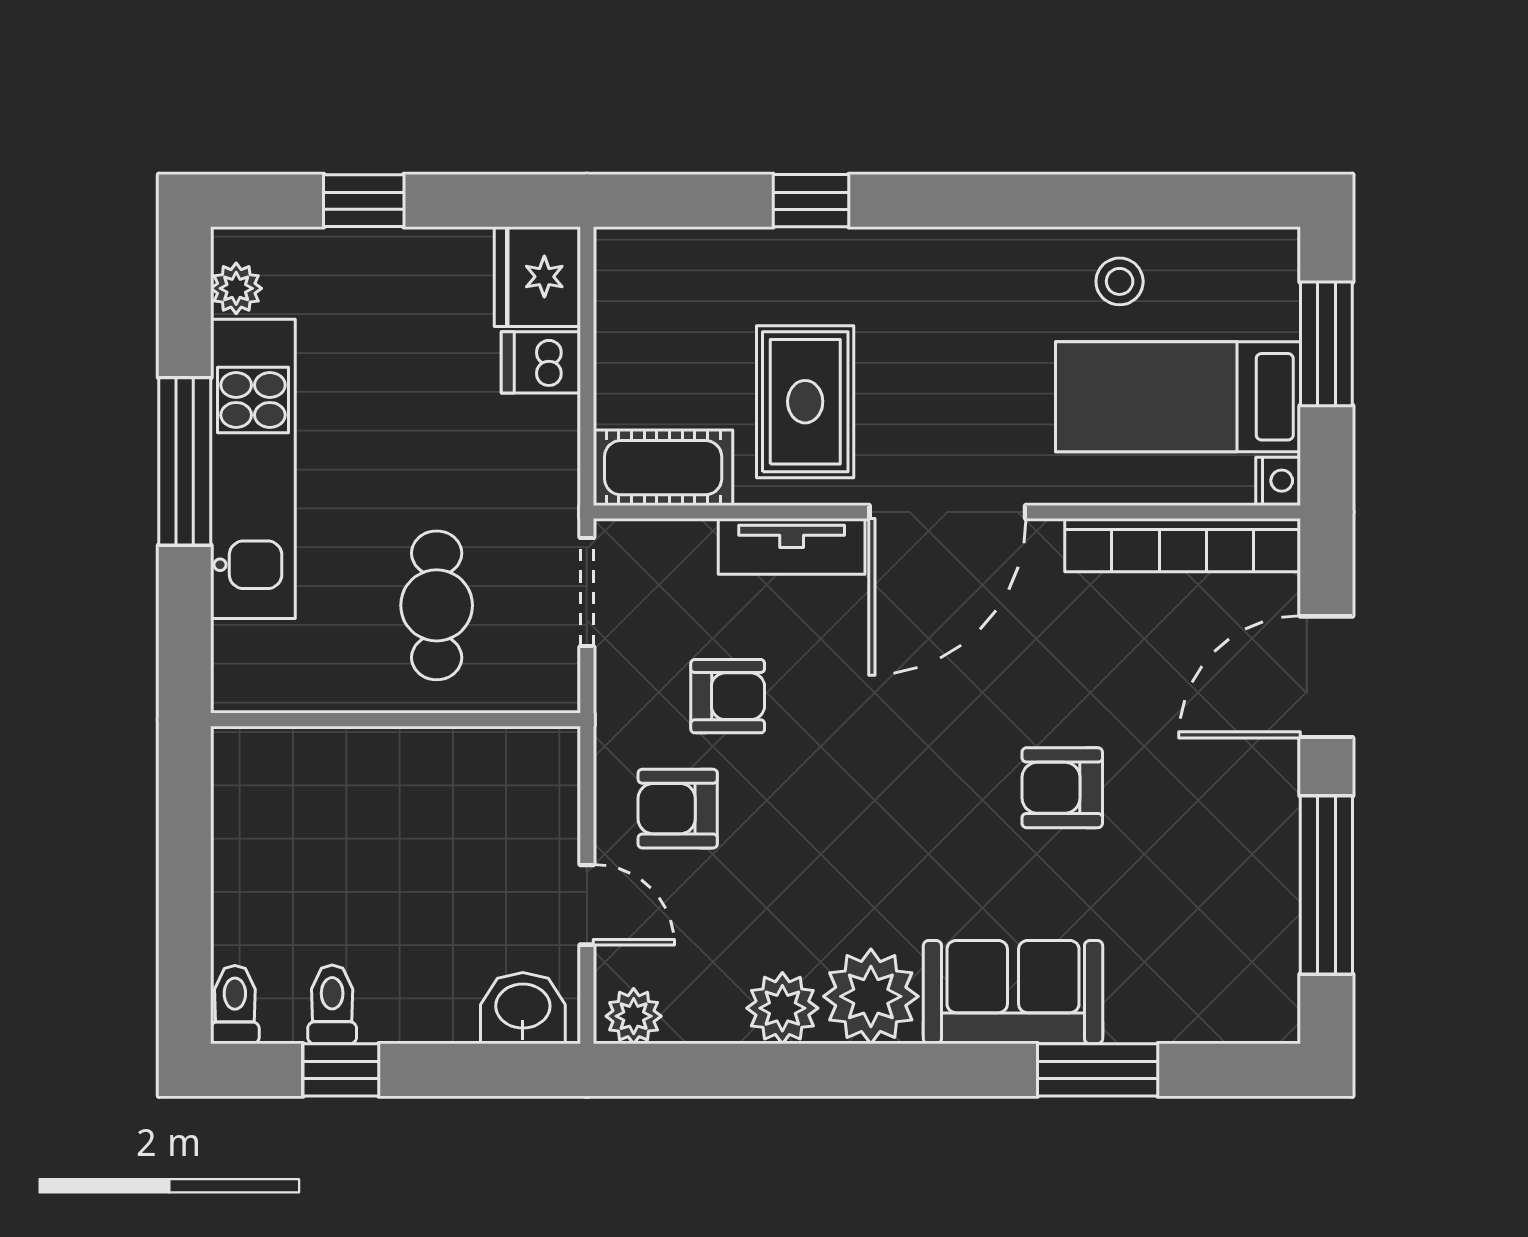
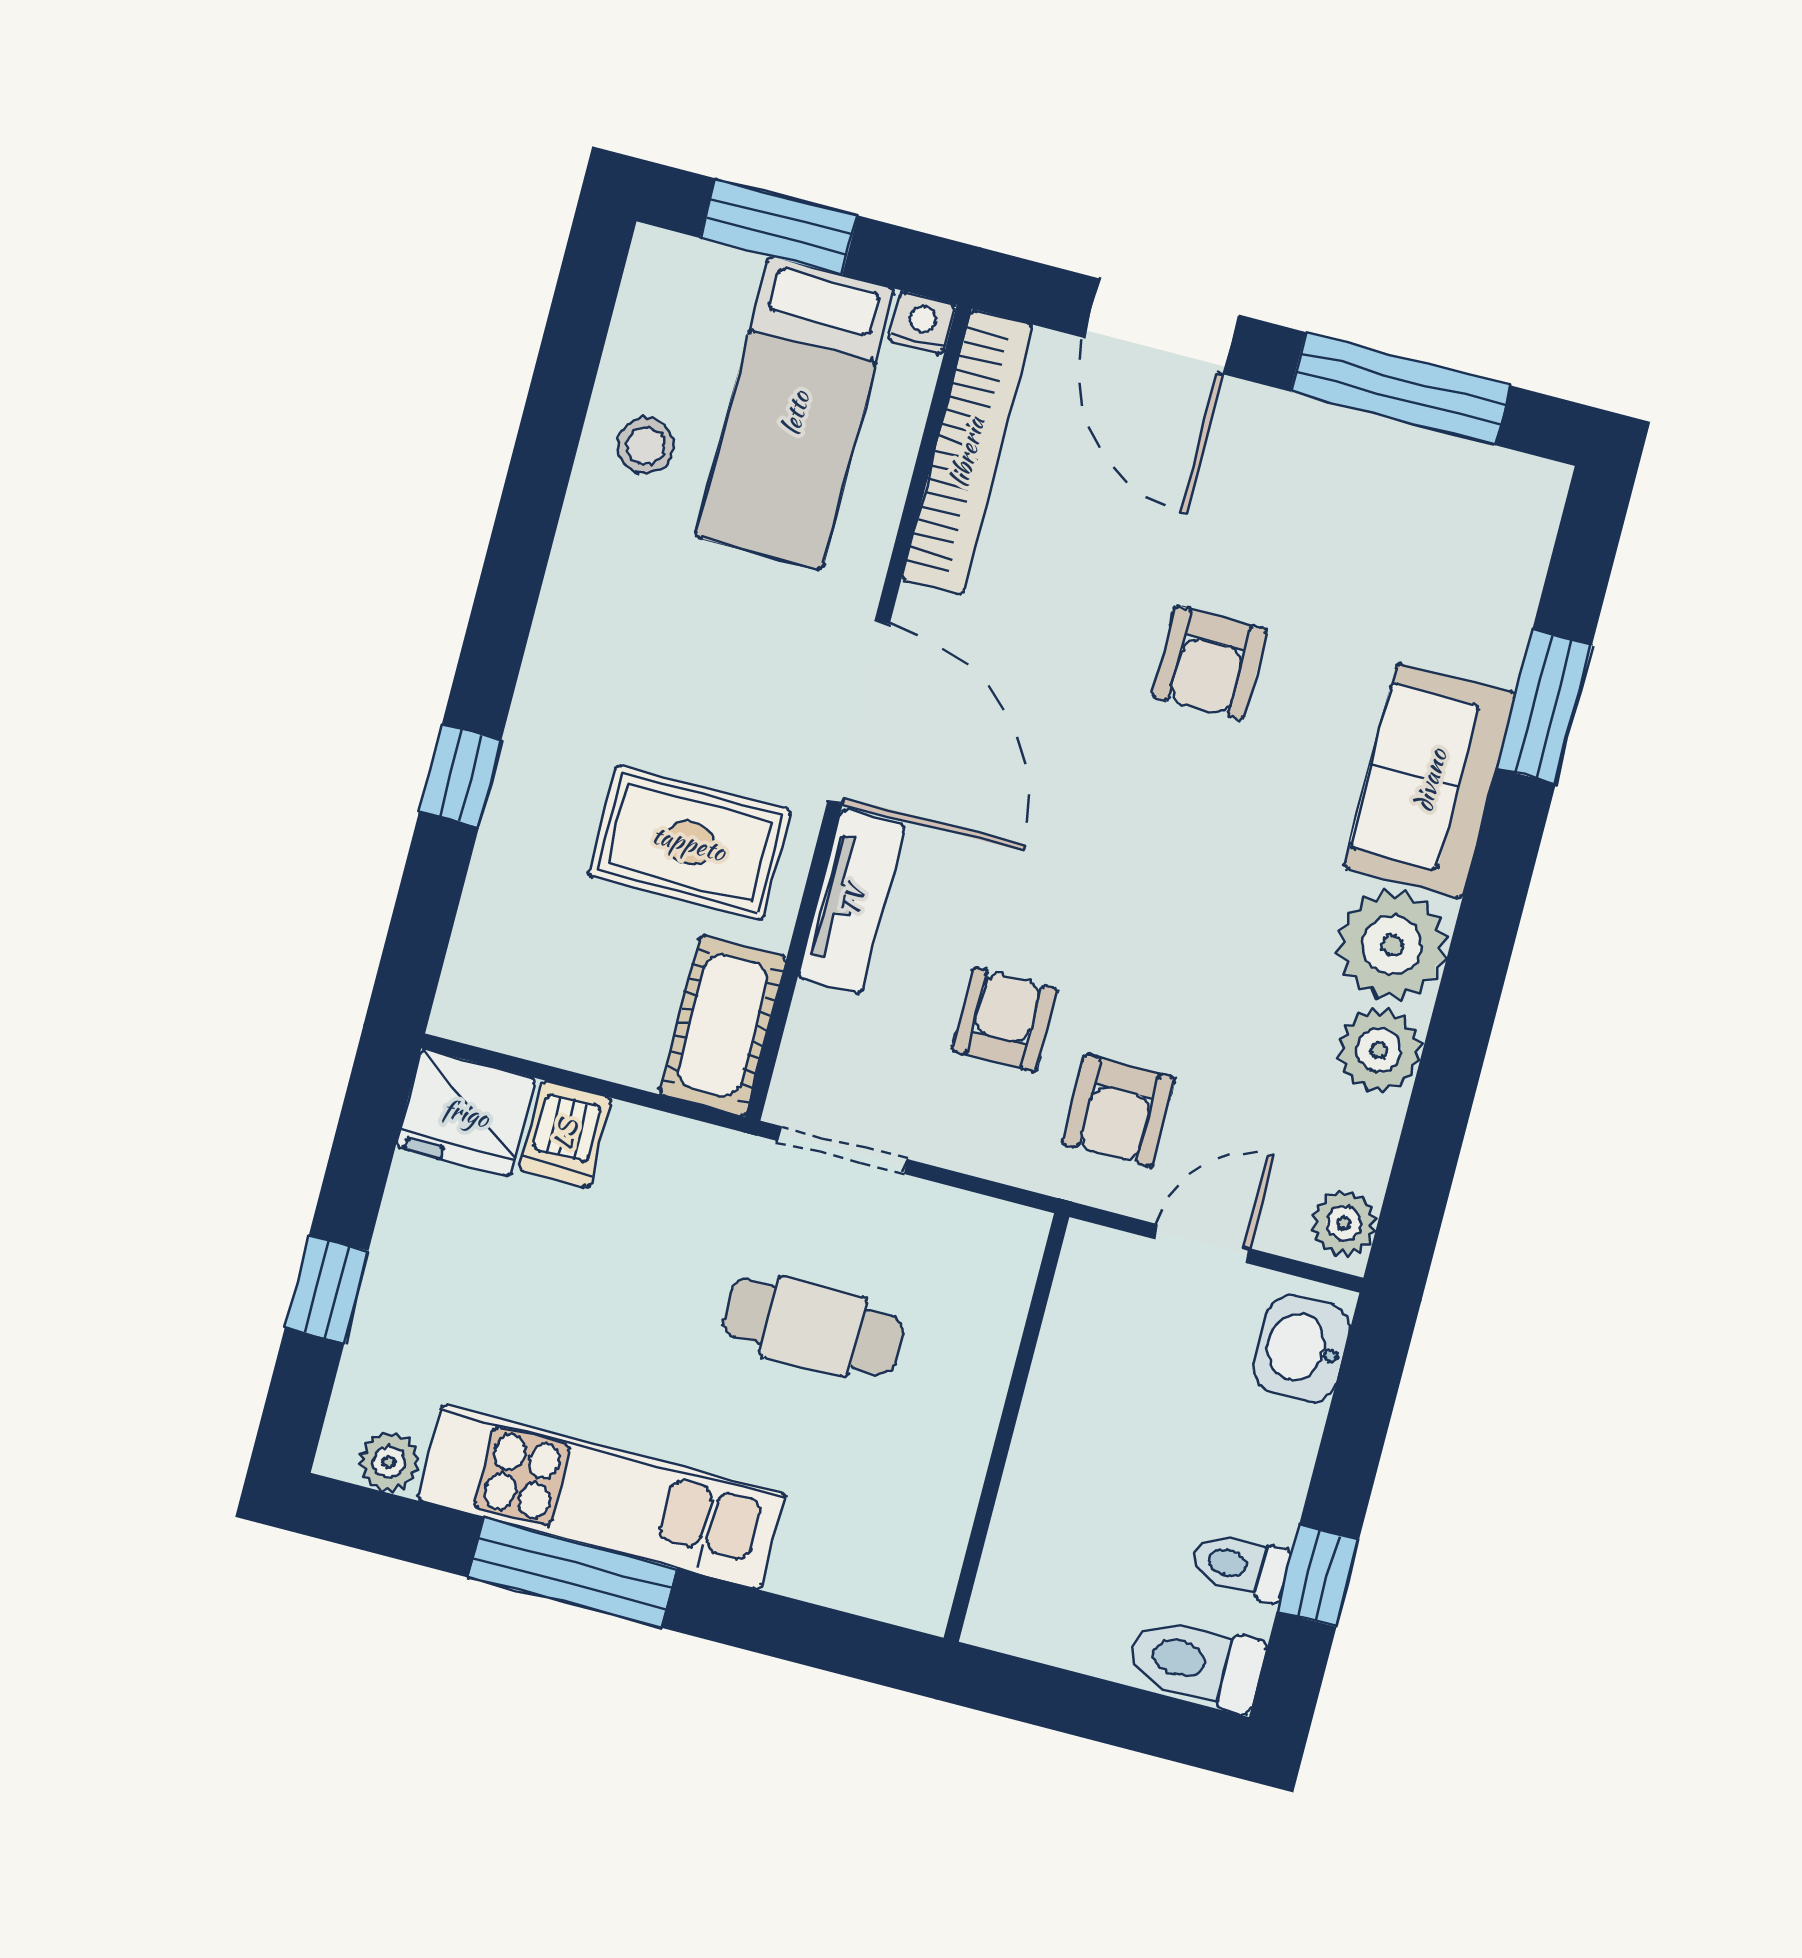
wall: (396, 720) -> (1006, 1427), moved
toilet: (235, 1005) -> (1196, 1663), width x1.37, depth x1.39

